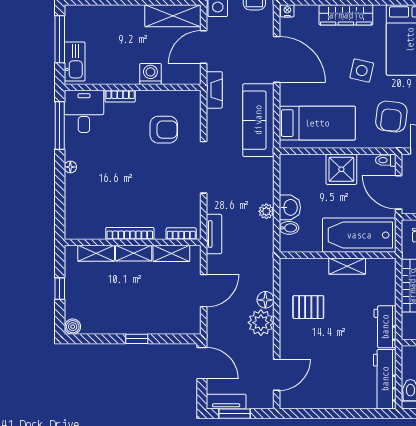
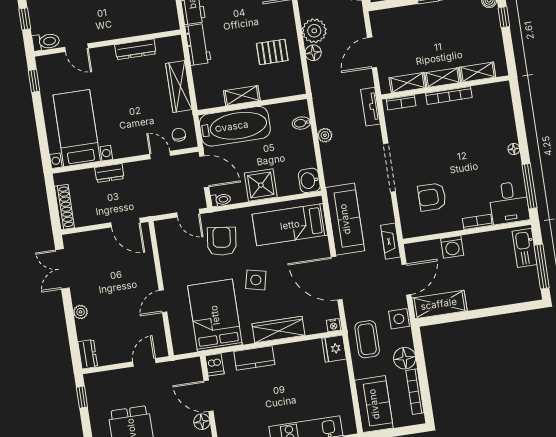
washbasin: (290, 207) -> (309, 180), moved
window: (60, 289) -> (504, 17), moved

